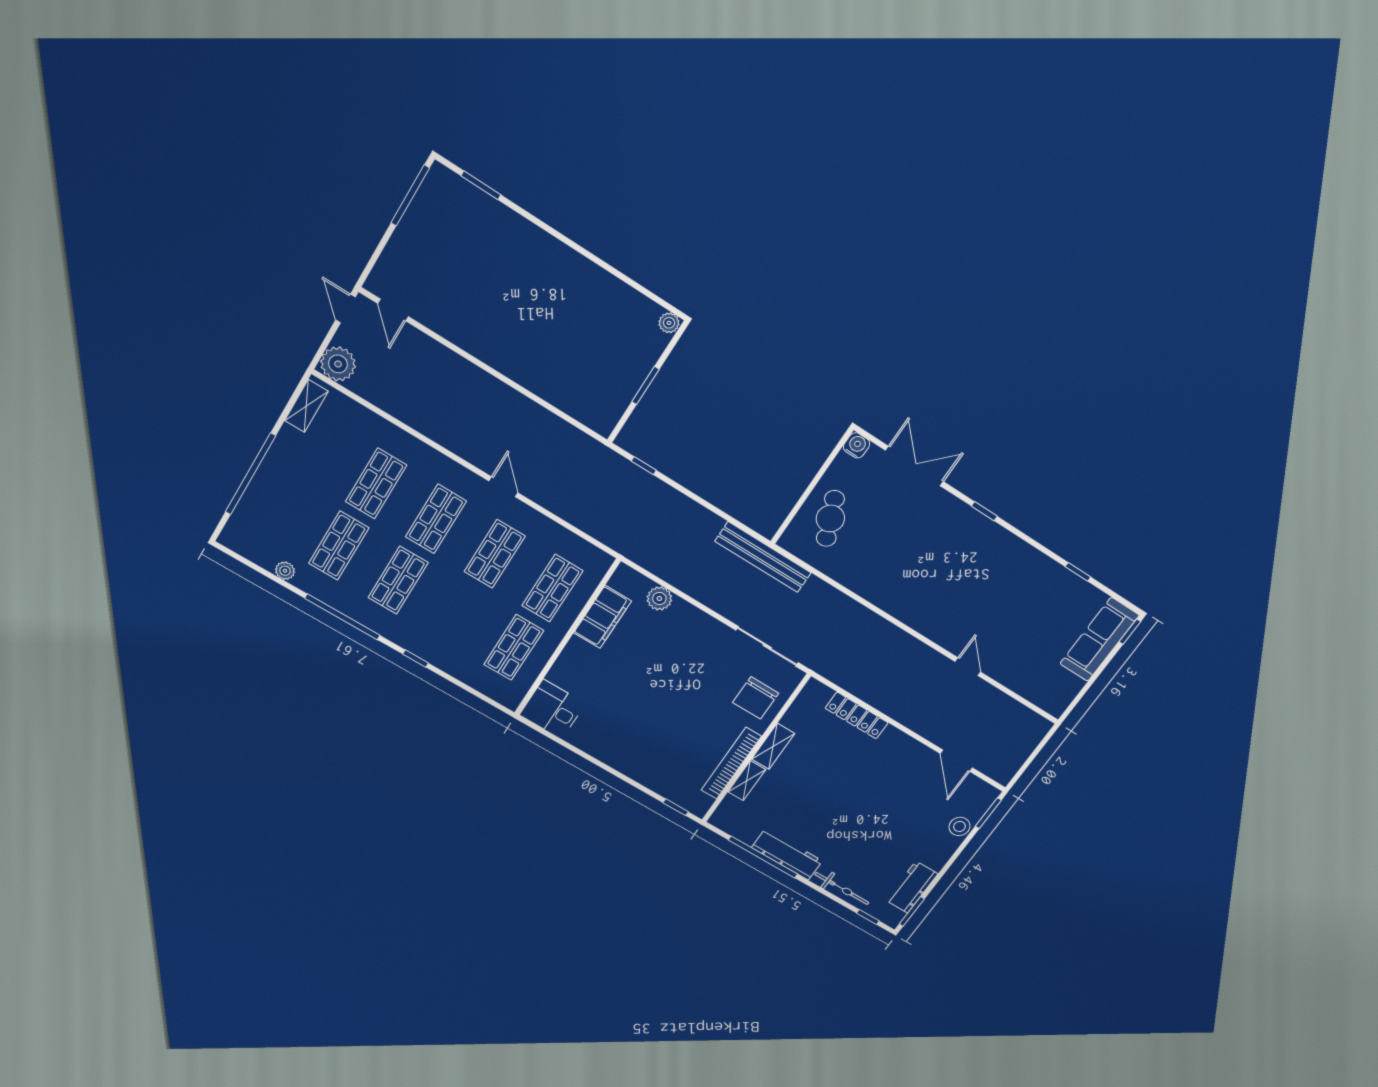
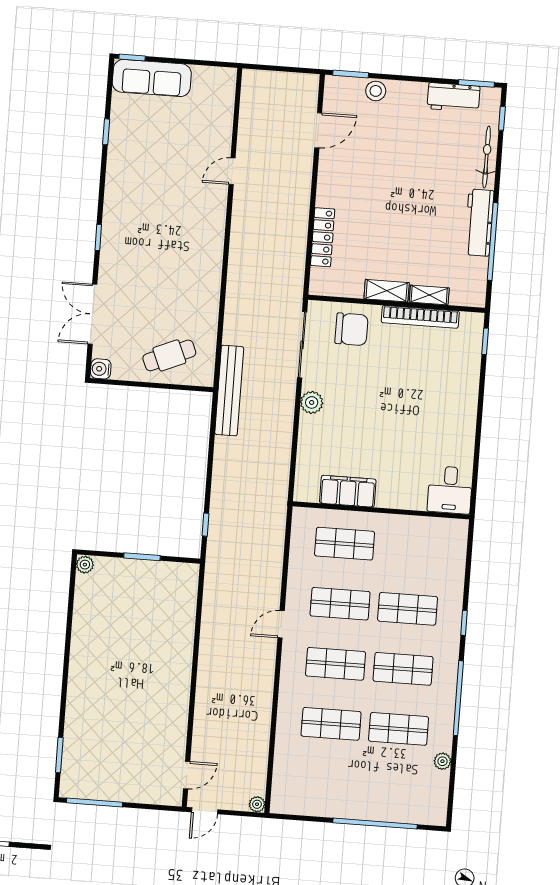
plant: (338, 364) -> (257, 804), width x0.53, depth x0.53
shelving: (306, 406) -> (297, 805), removed
plant: (659, 598) -> (312, 402), moved
shop shelf: (514, 647) -> (408, 609), moved

